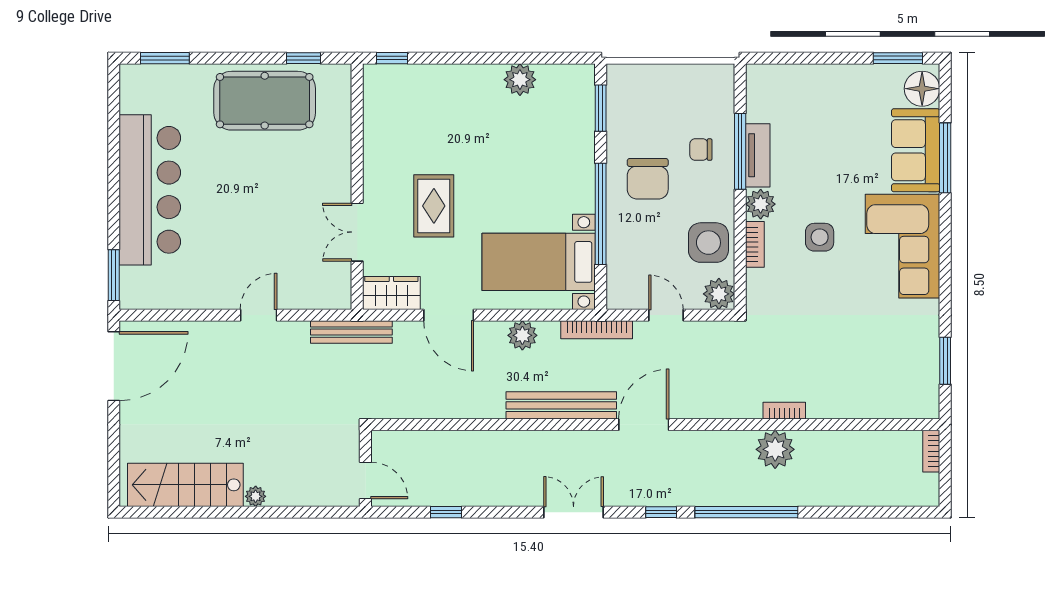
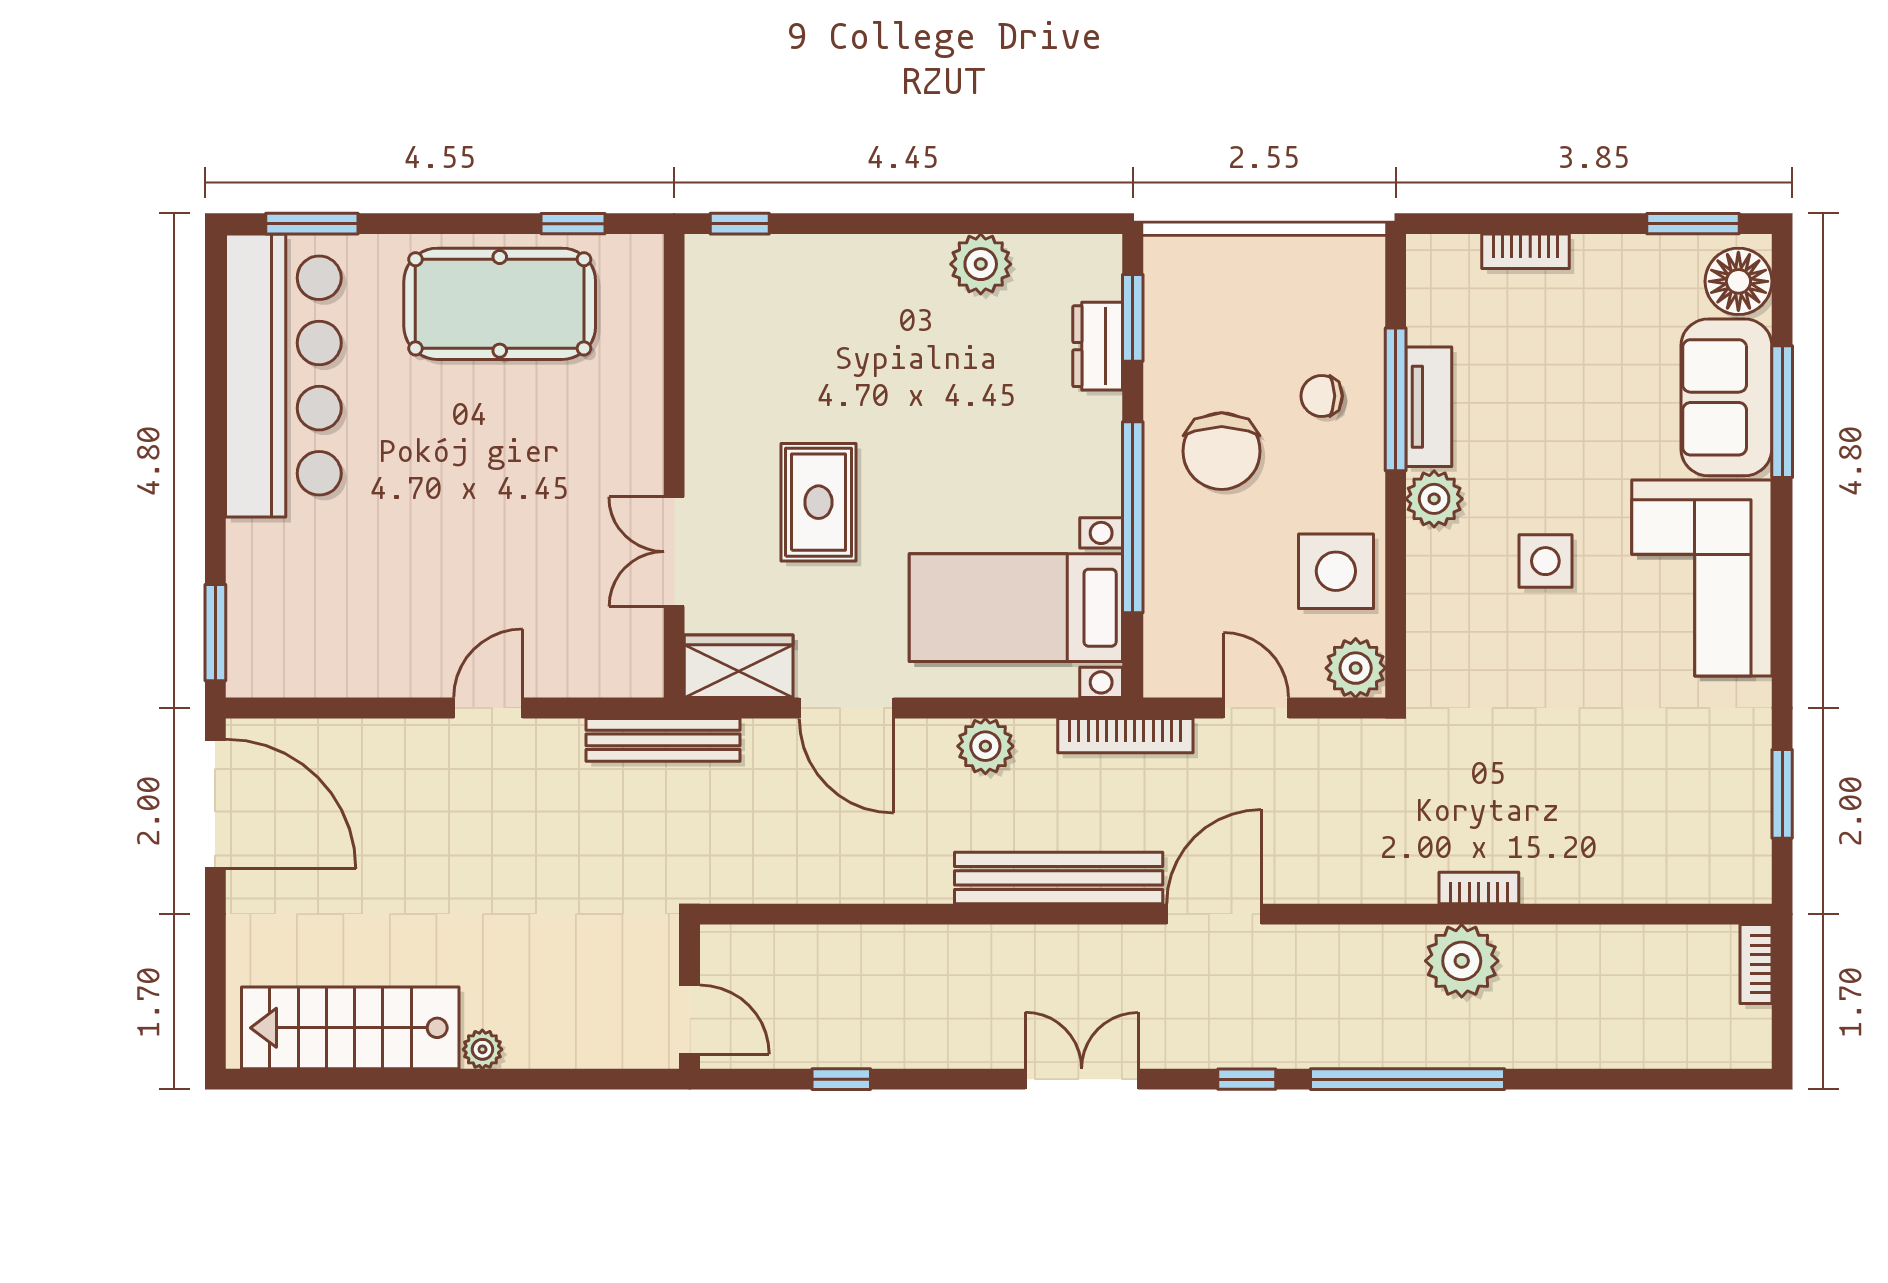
dresser: (582, 123) -> (1098, 346), added
bar counter: (150, 190) -> (283, 376), moved
bookcase: (755, 244) -> (1525, 251), moved, turned 90
door: (114, 366) -> (215, 804), hinge flipped

